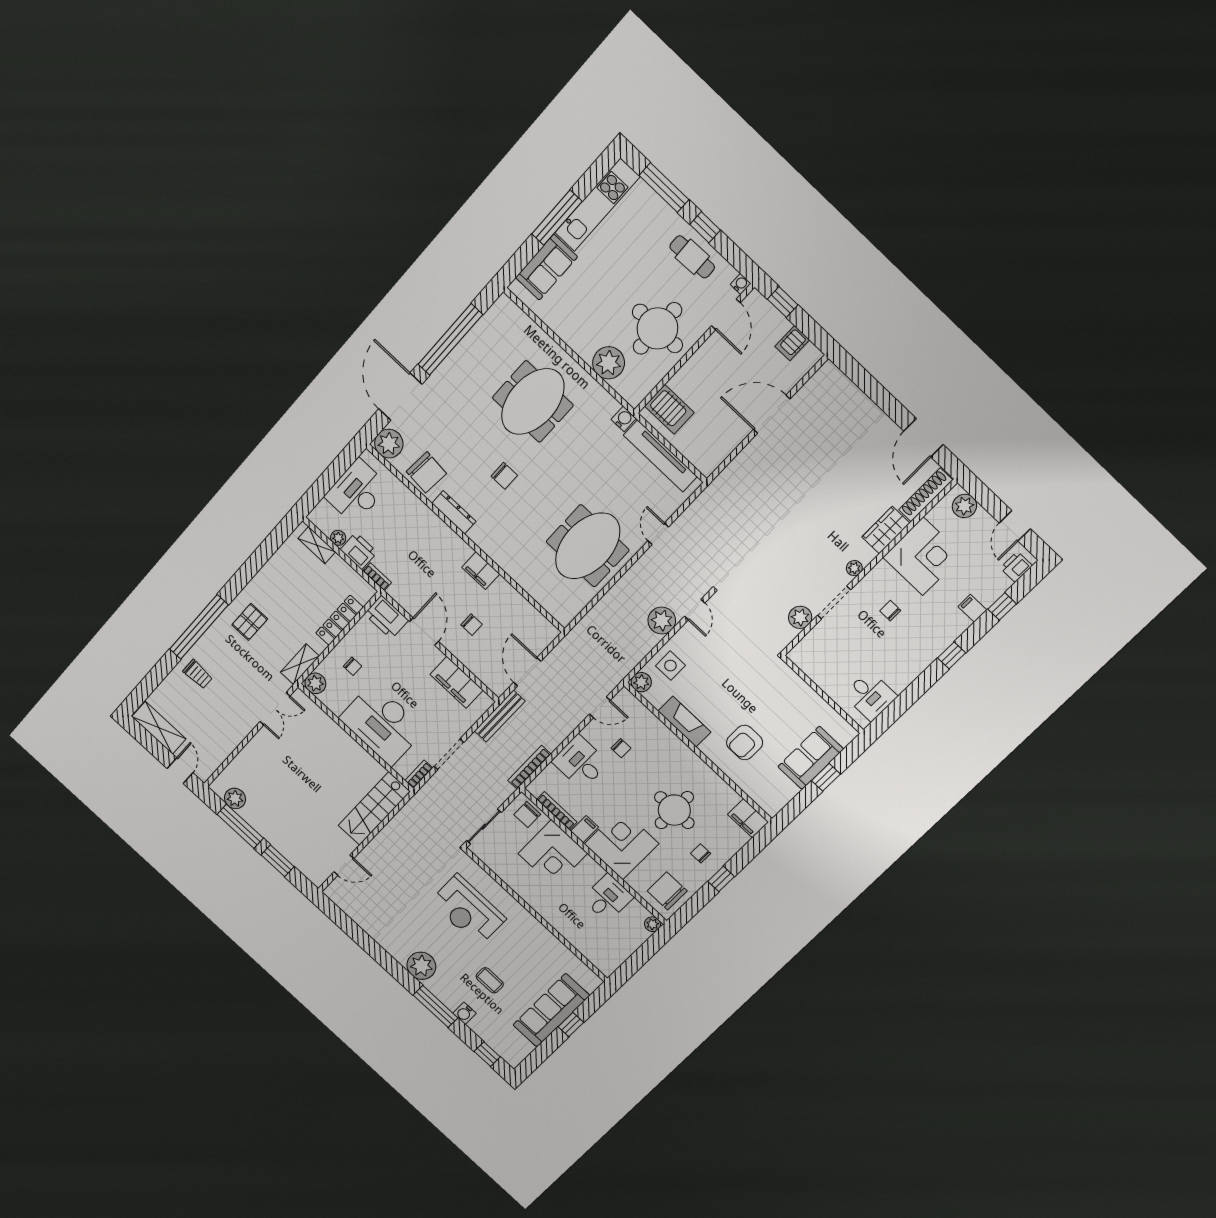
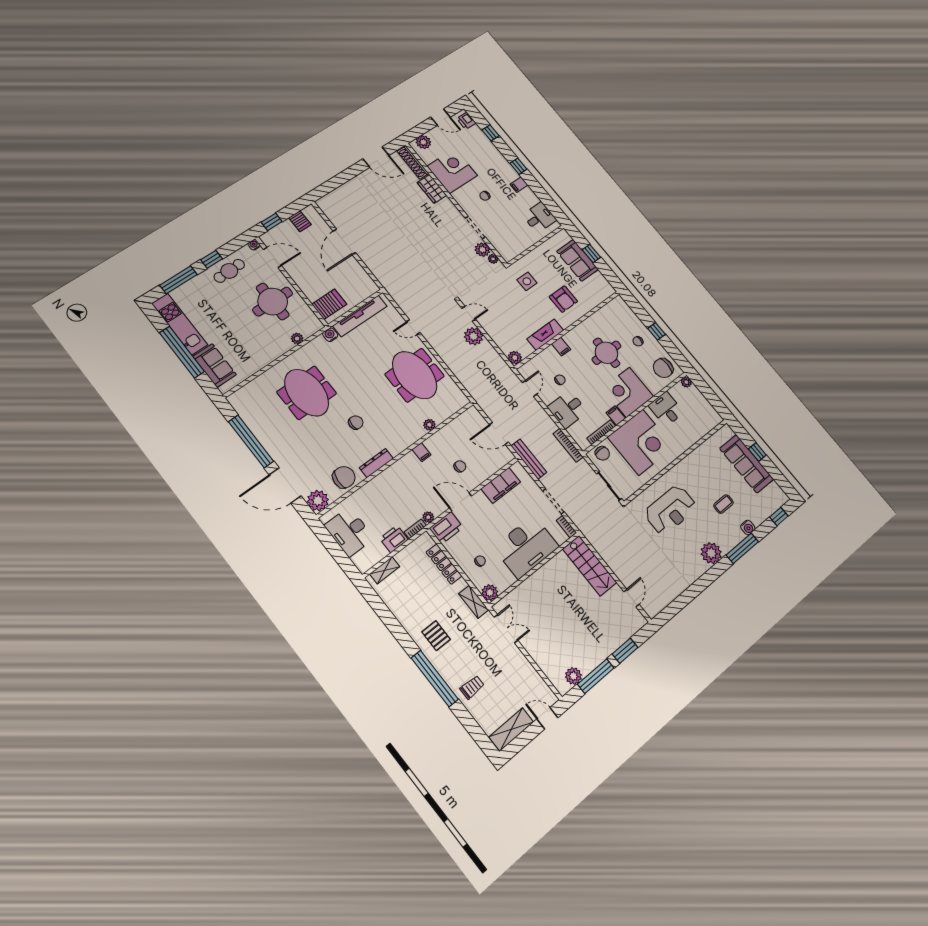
window: (557, 218) -> (182, 352), width x1.46
plant: (609, 363) -> (297, 338), width x0.53, depth x0.53
plant: (338, 538) -> (428, 517), moved
plant: (854, 568) -> (493, 259), moved
filing cabinet: (481, 571) -> (421, 452), width x0.50
plant: (521, 576) -> (429, 425), added
filing cabinet: (972, 608) -> (519, 185), moved
side table: (670, 666) -> (527, 281), moved
filing cabinet: (748, 818) -> (561, 347), moved, width x0.50
corner desk: (553, 854) -> (641, 442), width x1.36, depth x1.36

